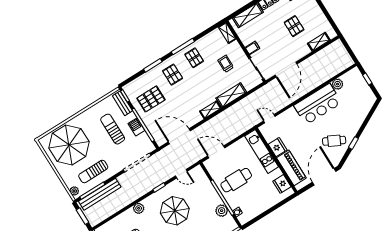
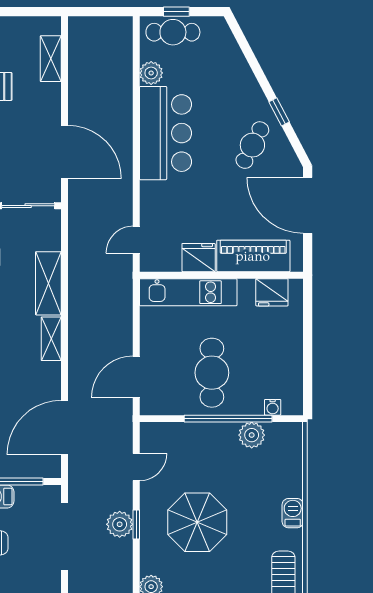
cafe table: (359, 83) -> (173, 32), added
plant: (155, 181) -> (120, 524), added

